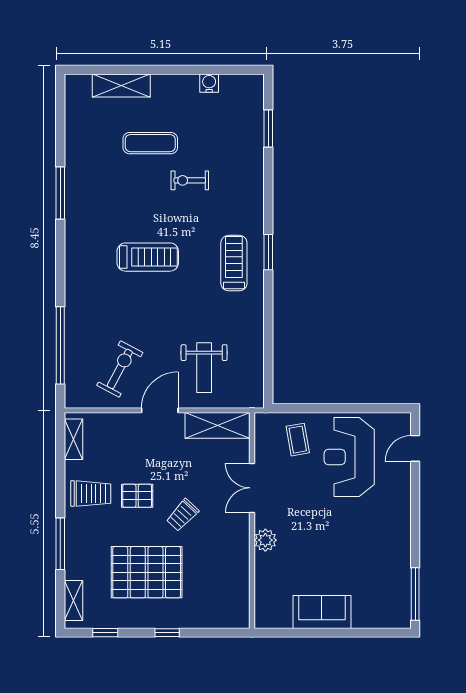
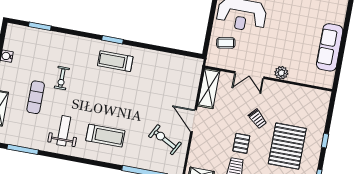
window: (60, 193) -> (23, 149), moved
treadmill: (148, 257) -> (105, 136), moved, turned 90
weight bench: (204, 368) -> (64, 131), moved, turned -90
sofa: (322, 612) -> (330, 47), width x1.36

